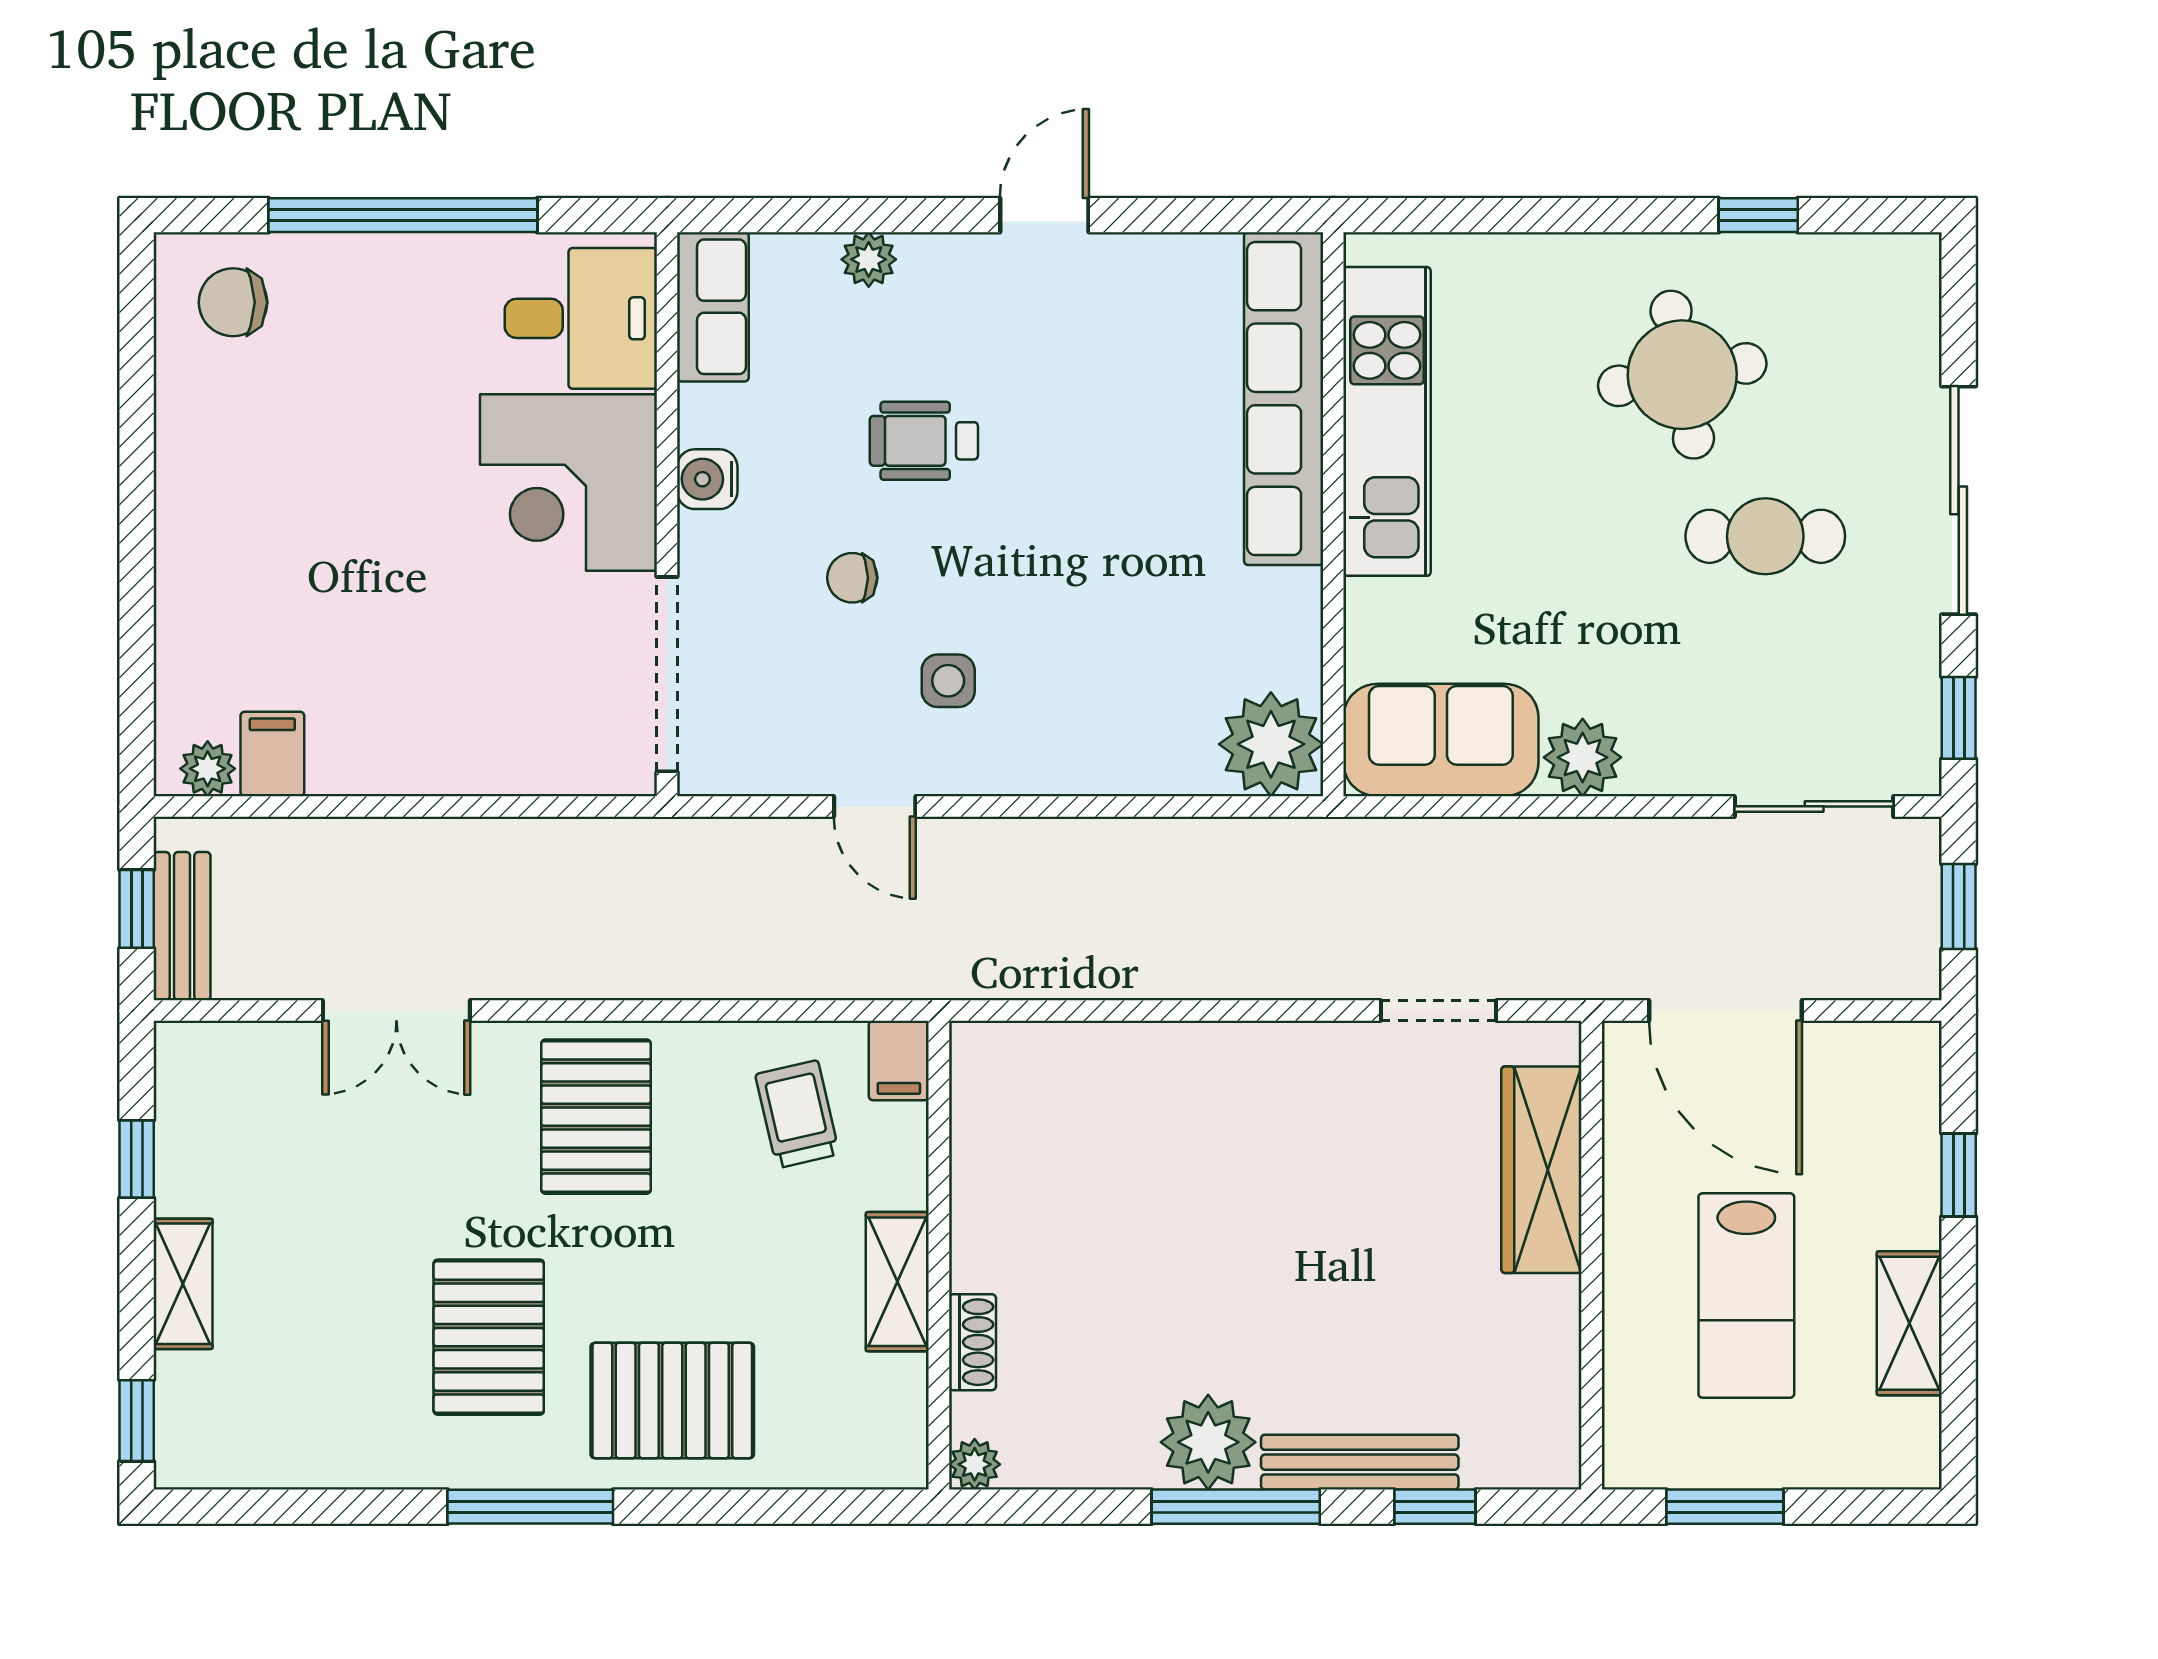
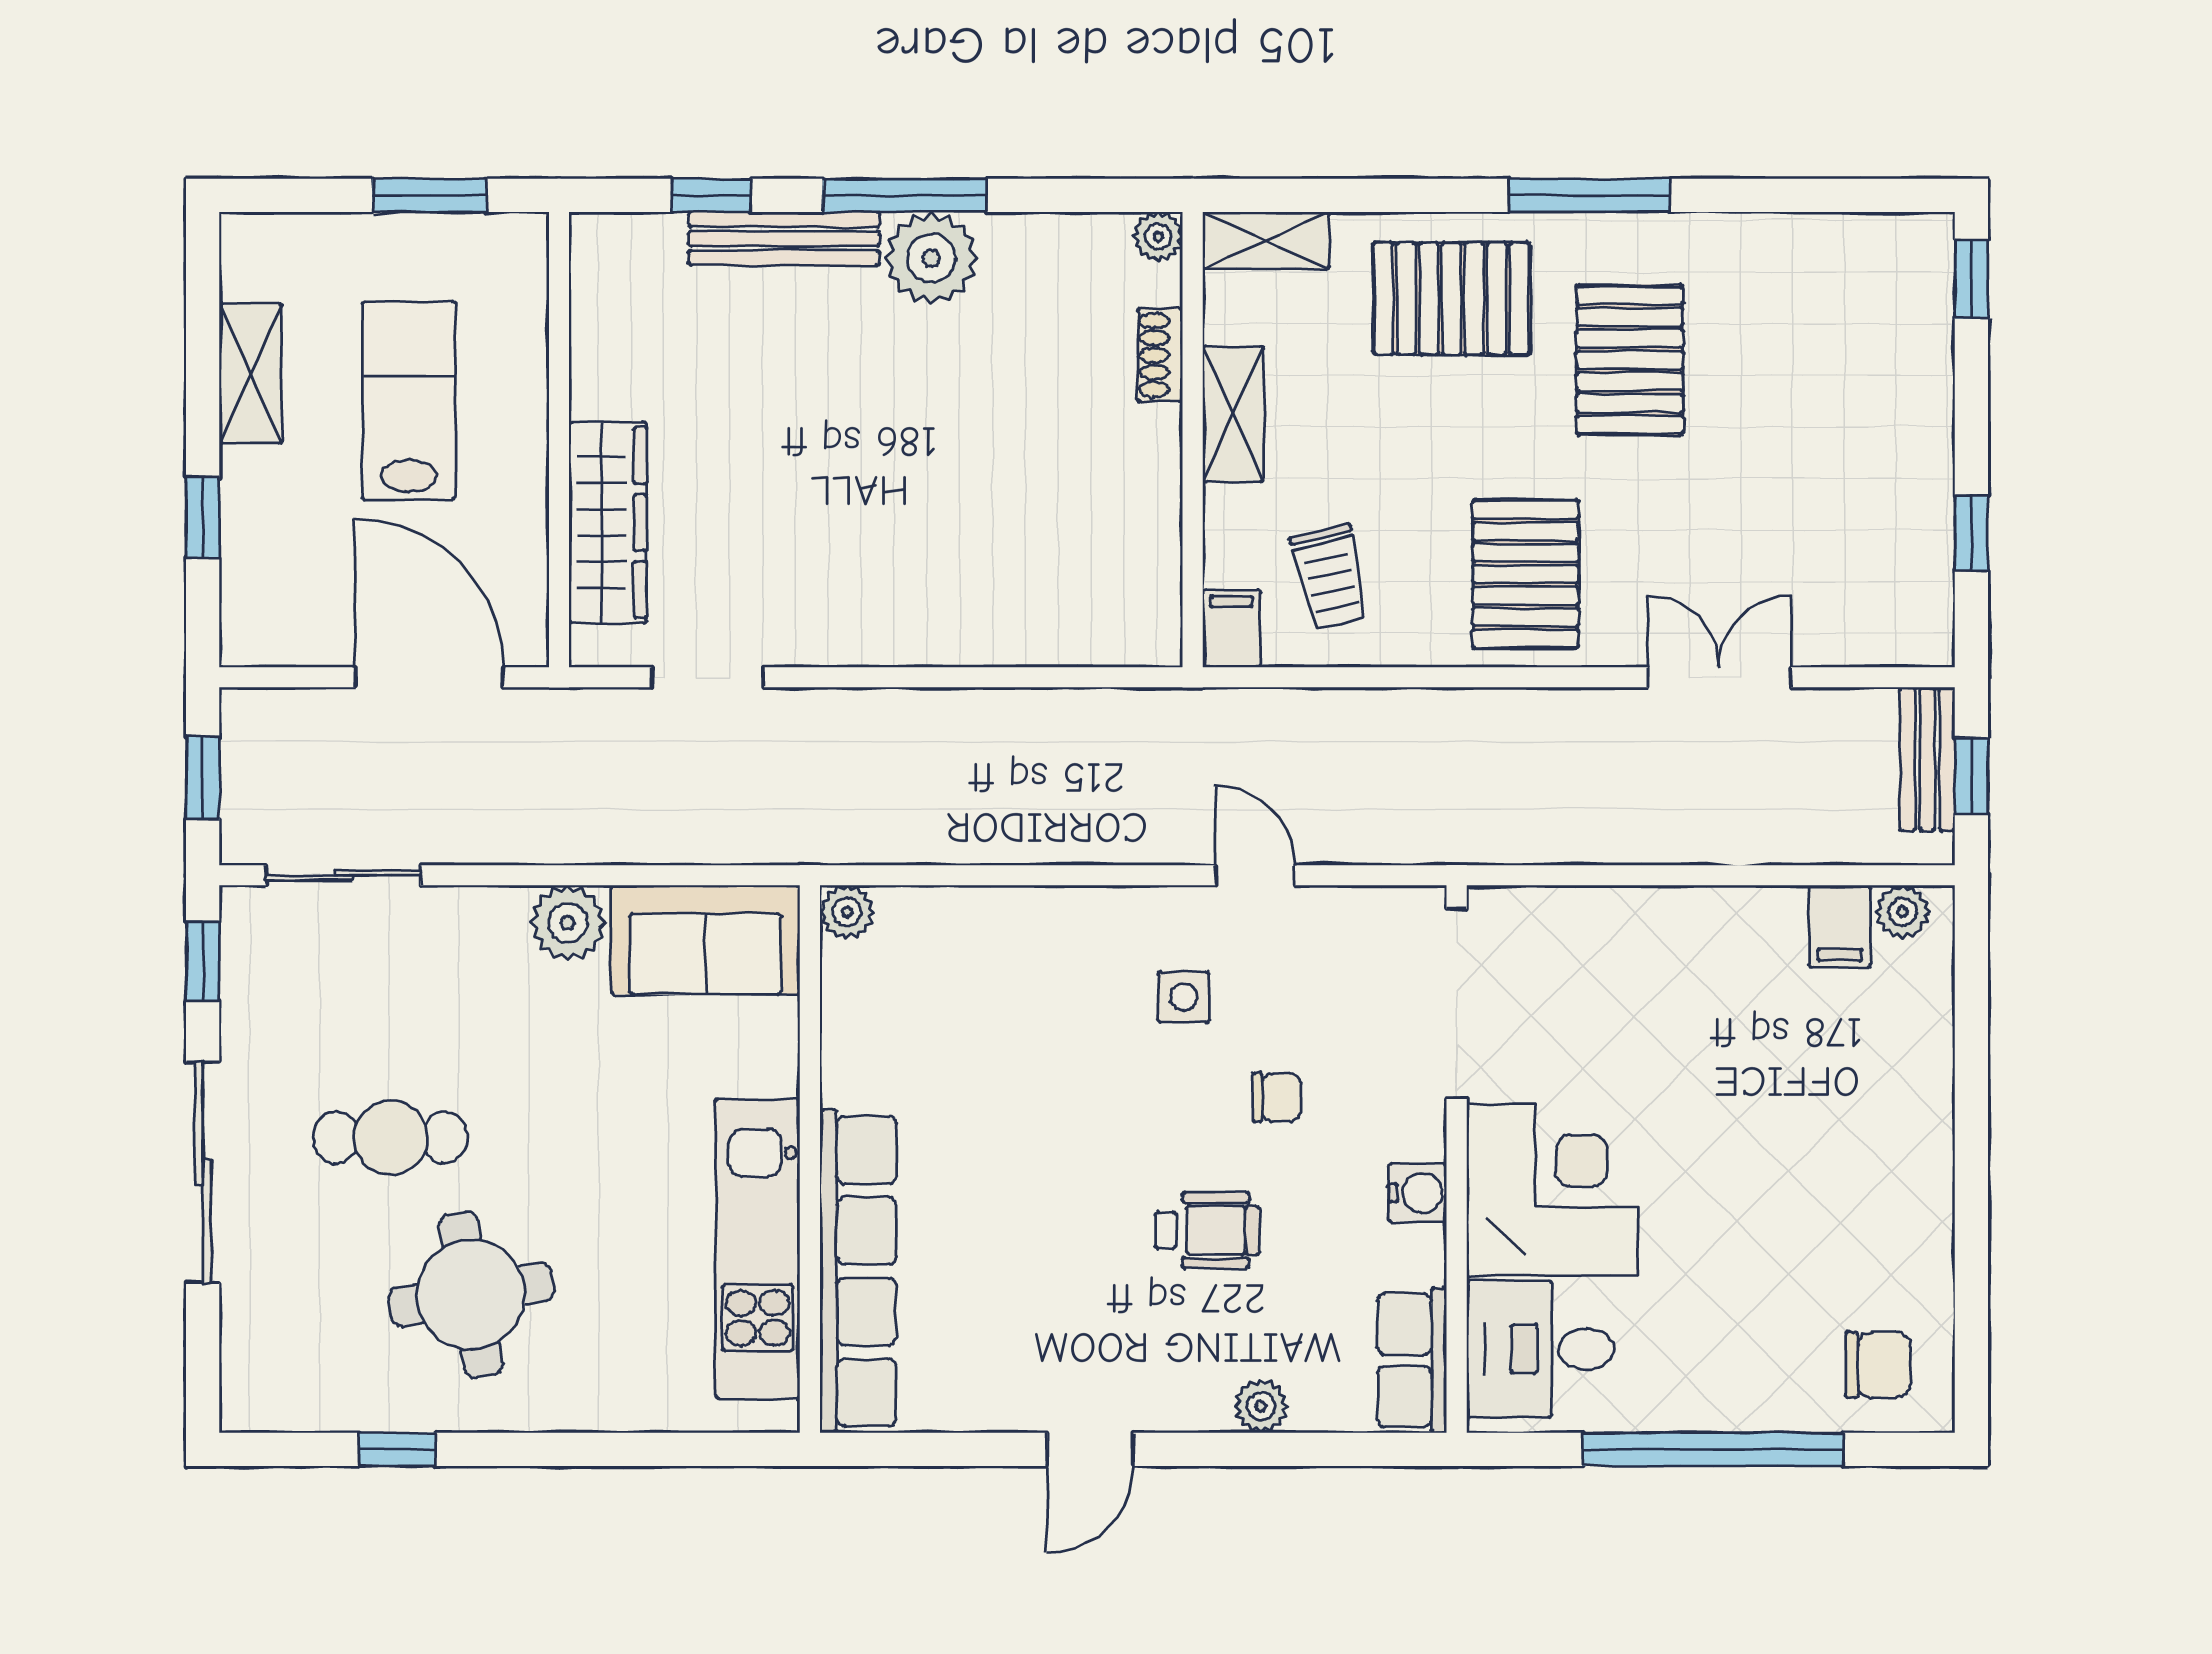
plant: (1271, 744) -> (847, 912), width x0.53, depth x0.53
shelving: (183, 1284) -> (1266, 240), moved, turned 90

